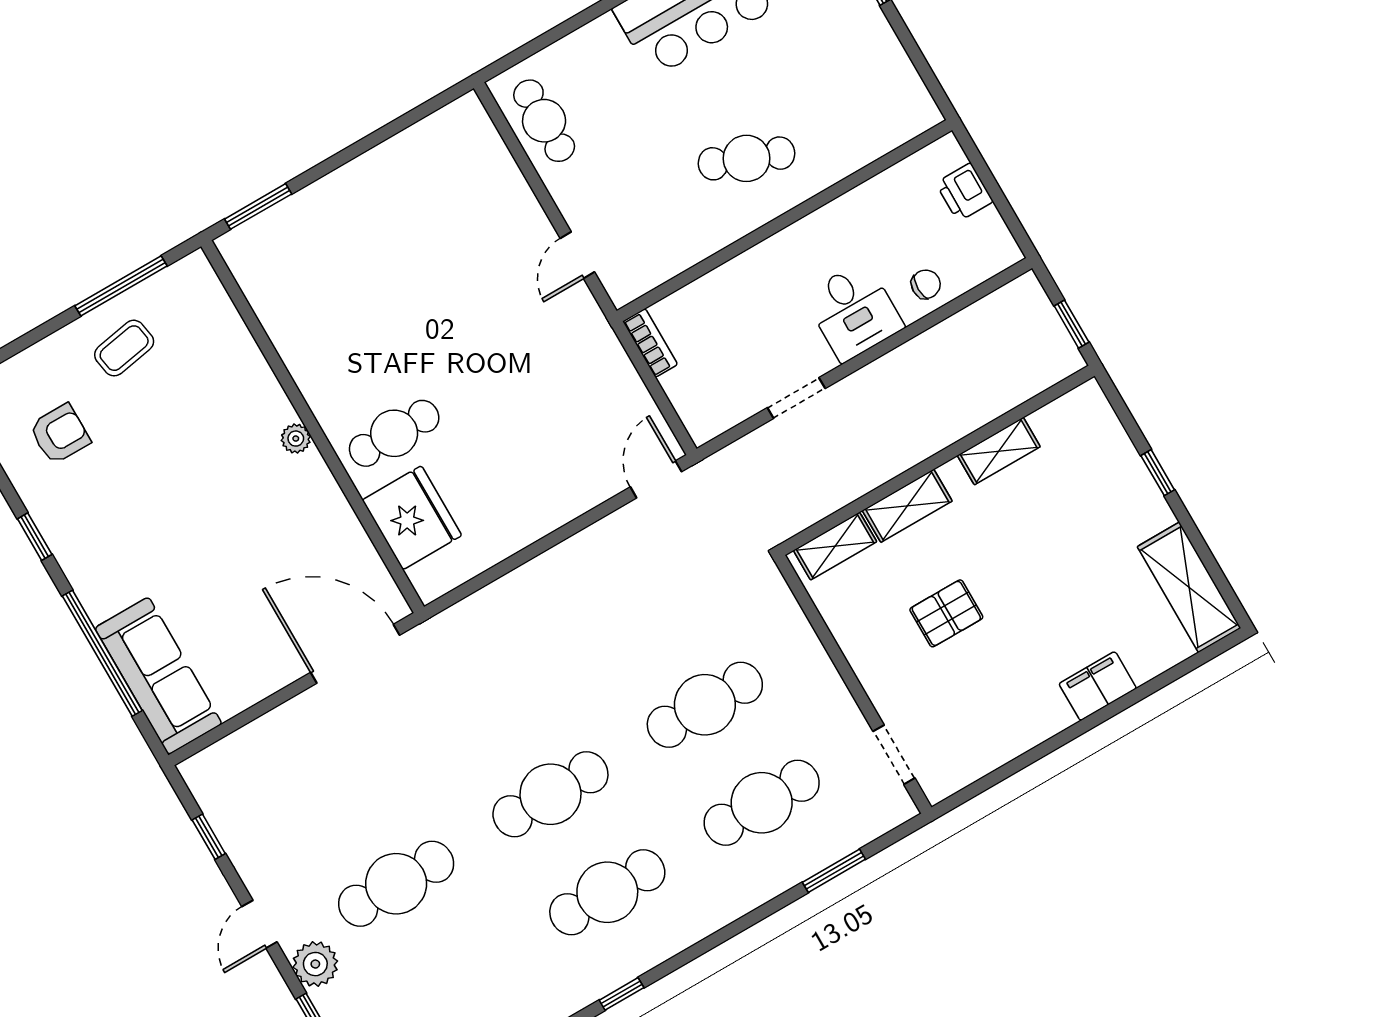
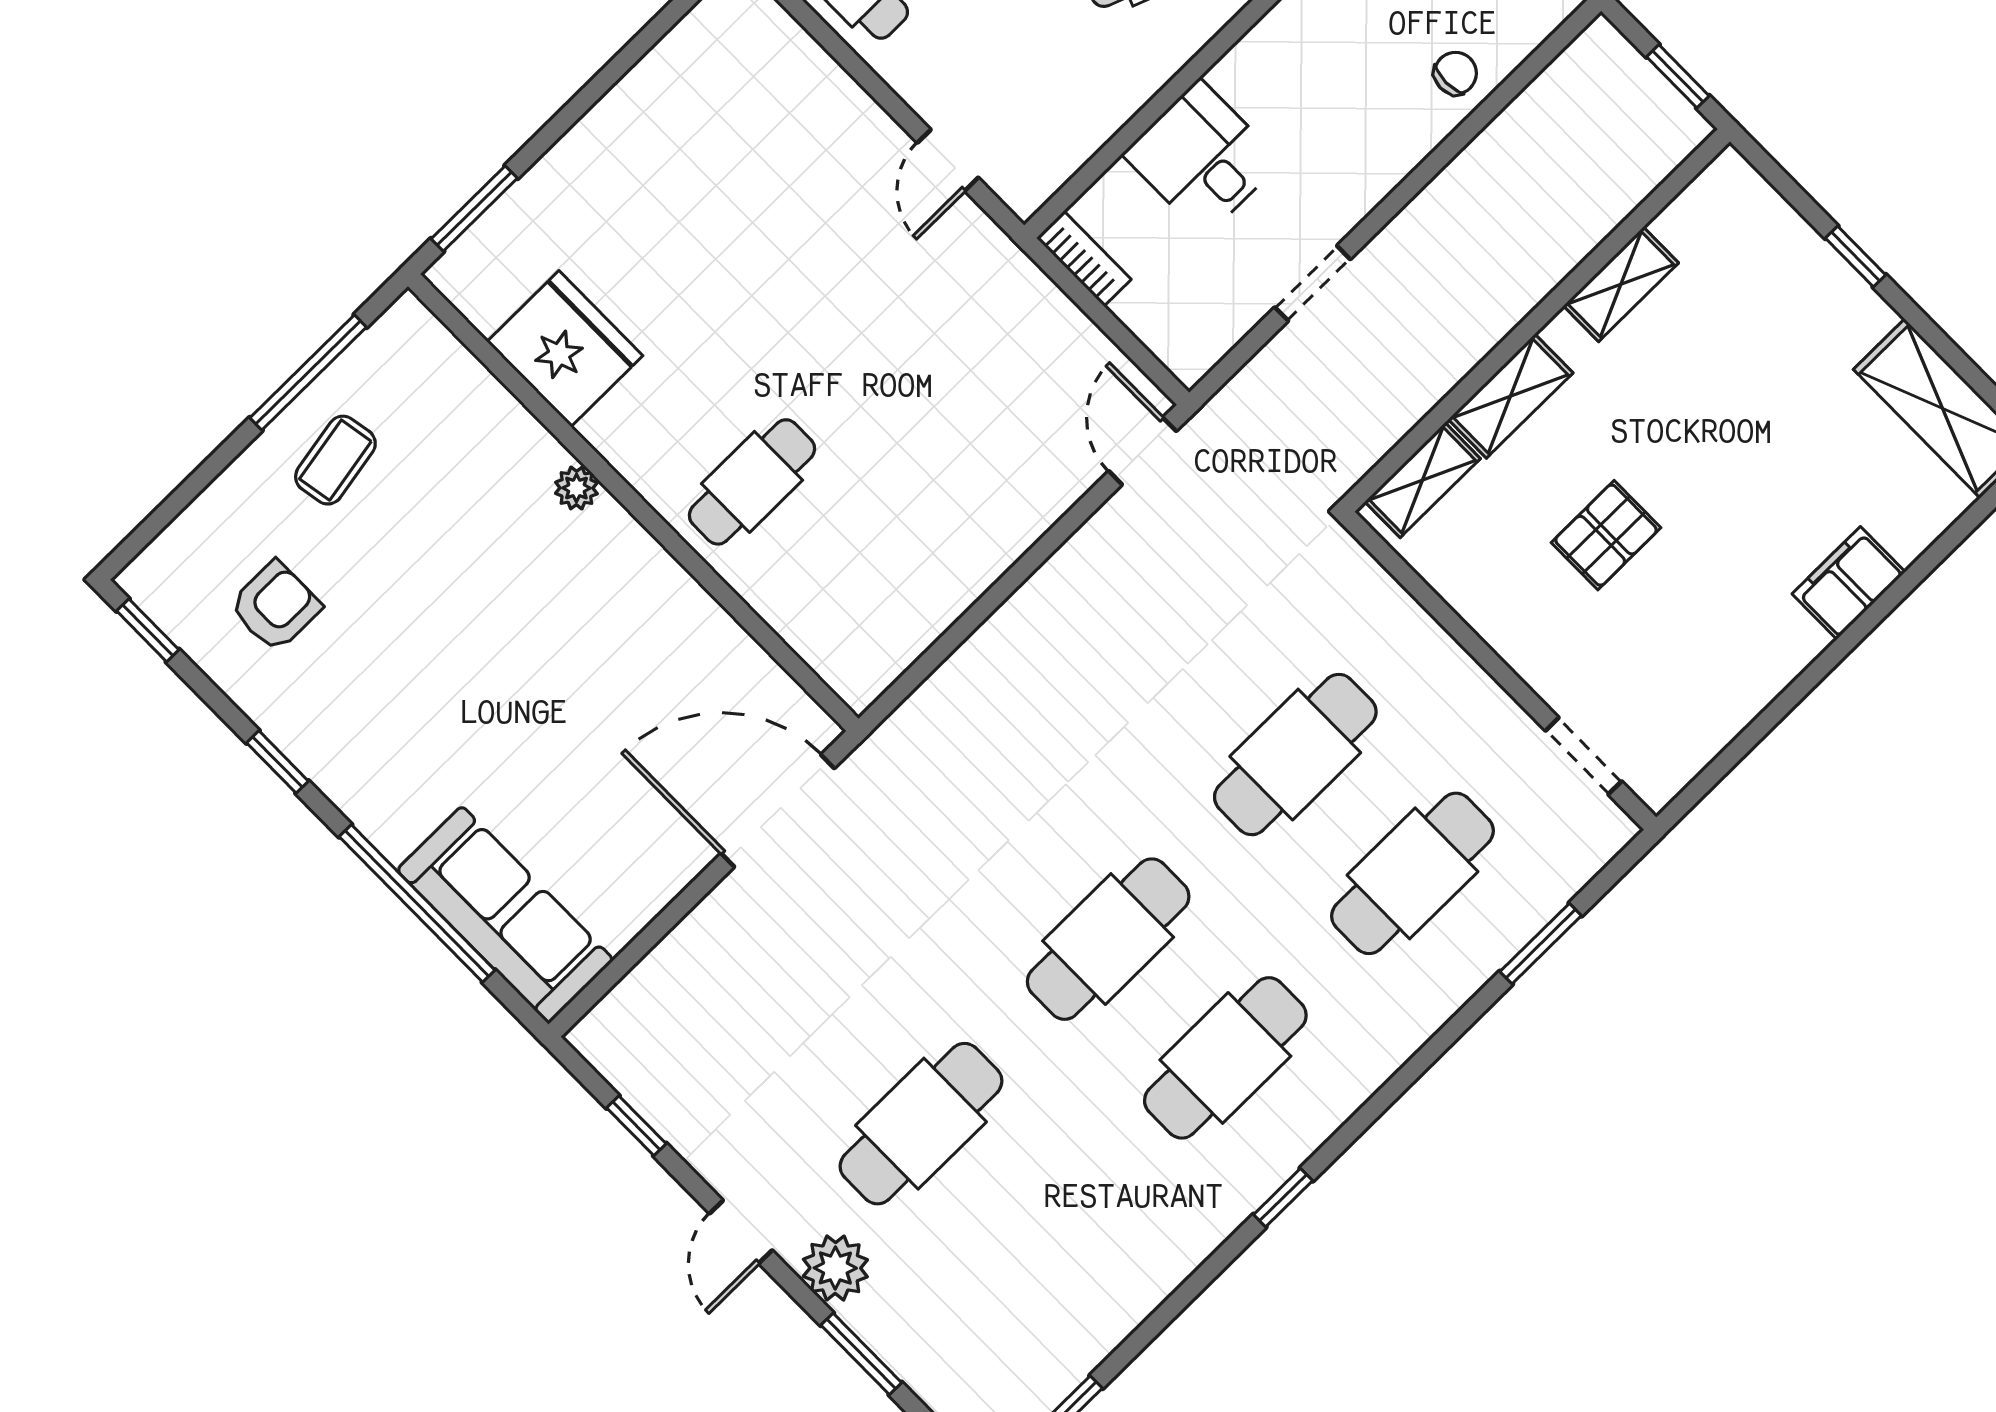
desk: (854, 311) -> (1202, 158), moved, turned 180
plant: (296, 439) -> (576, 488), moved
fridge: (412, 518) -> (565, 349), moved

